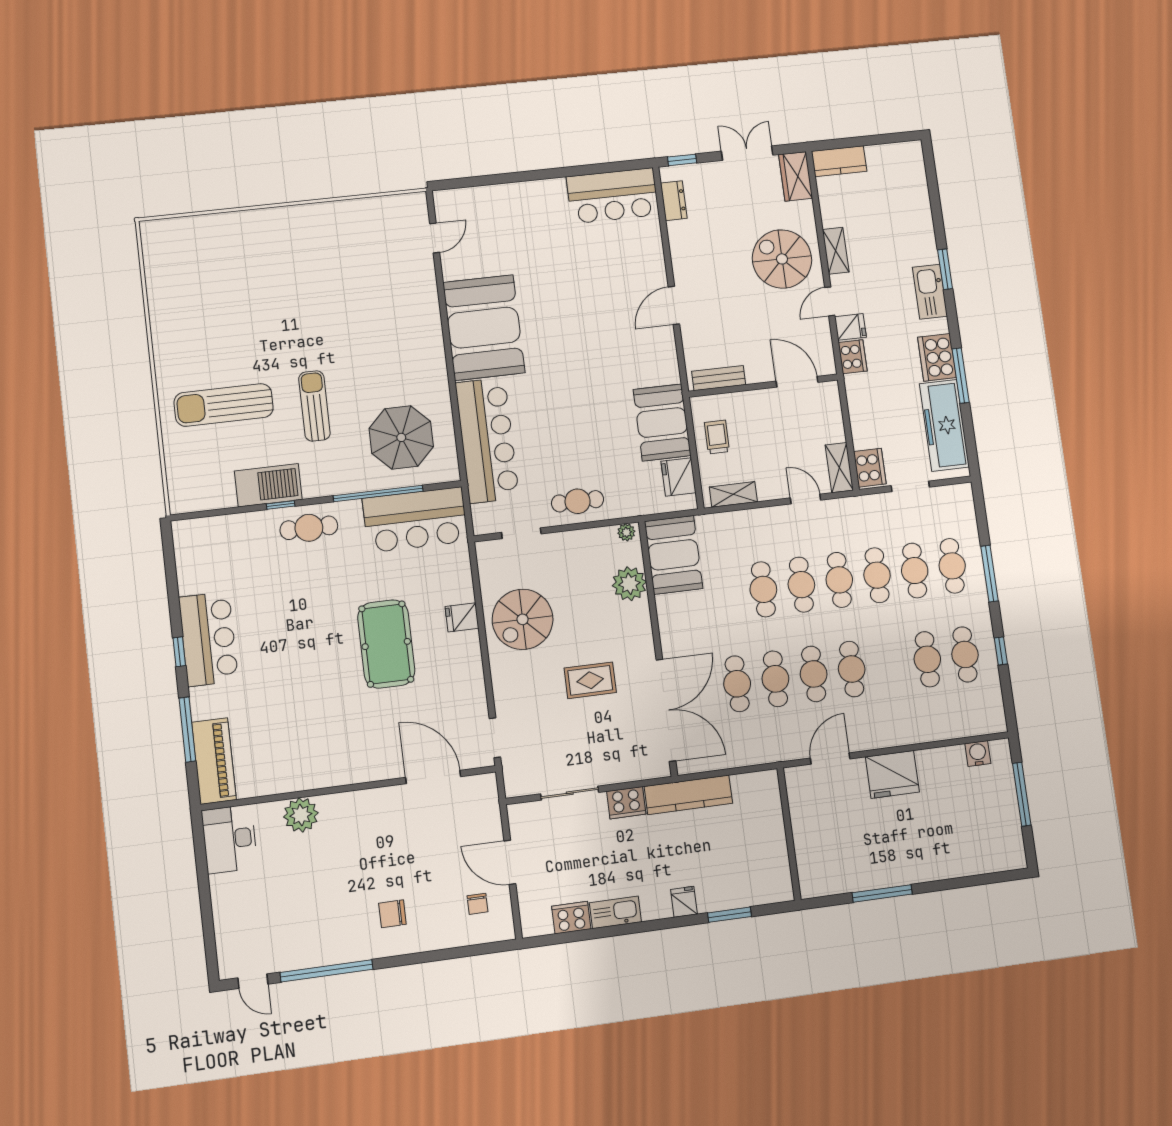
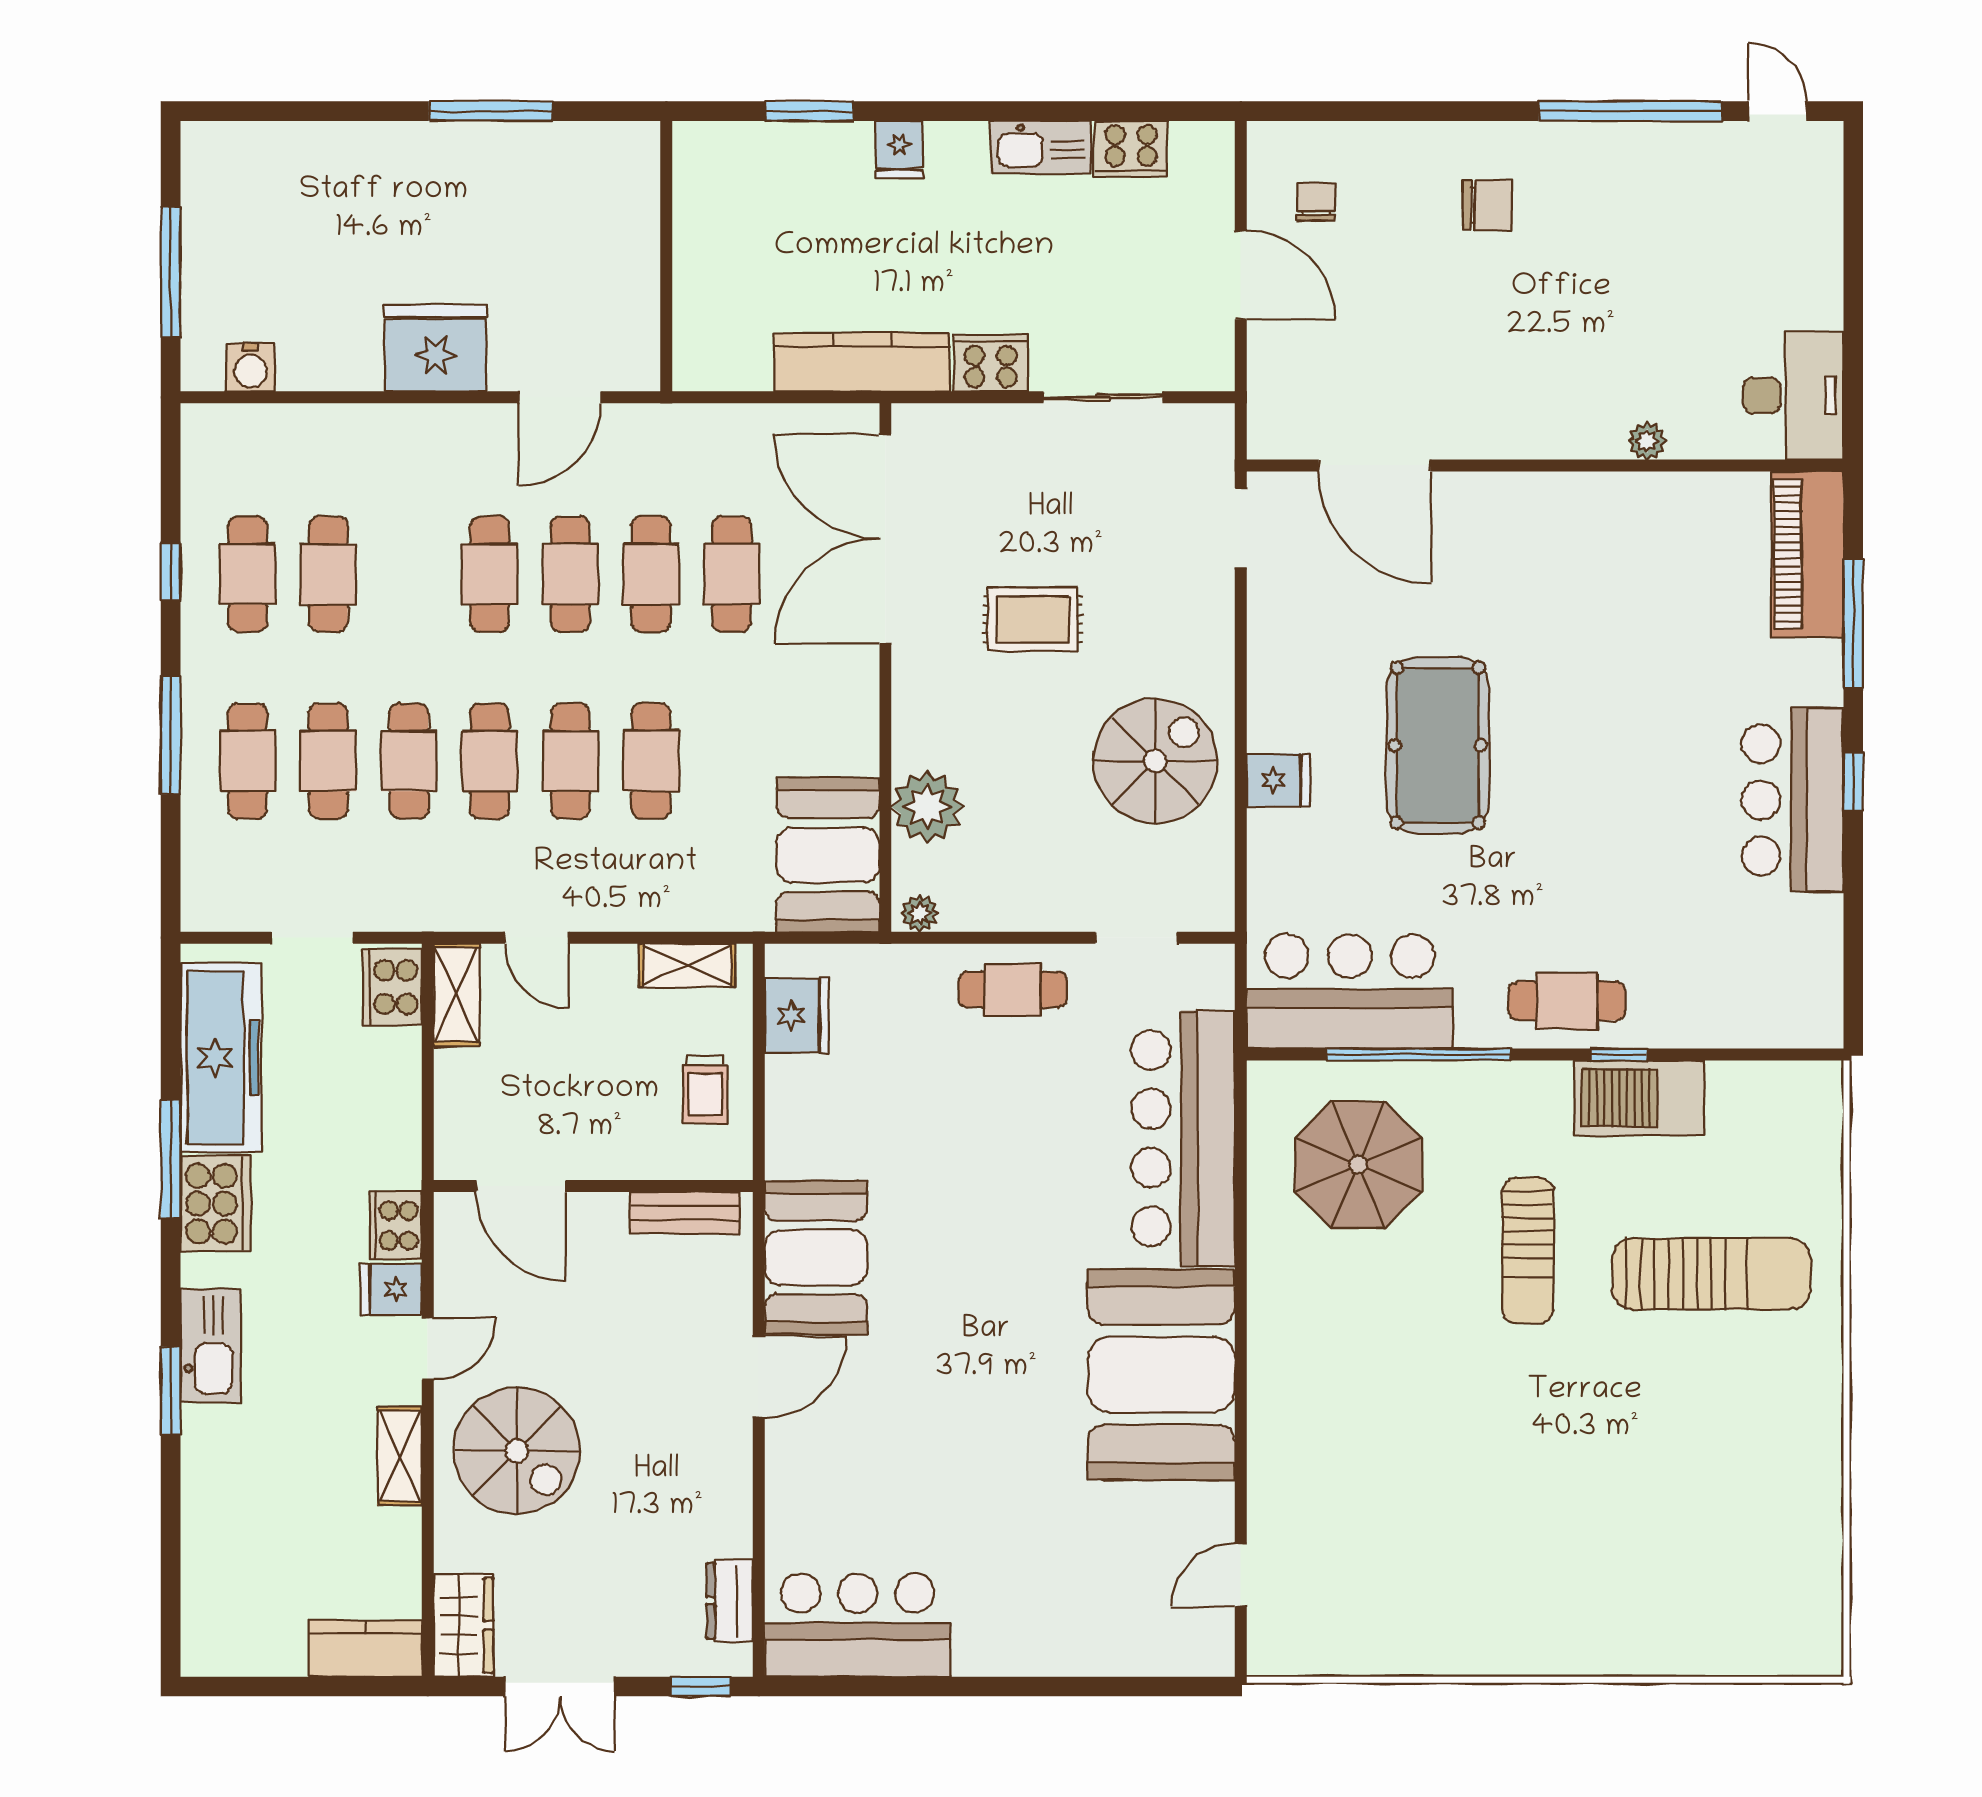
booth: (662, 422) -> (816, 1258), moved
plant: (301, 815) -> (1647, 441), width x0.53, depth x0.53

